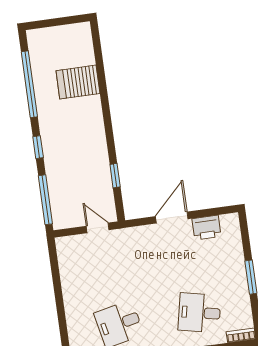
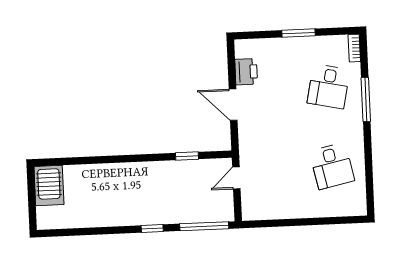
server rack: (78, 82) -> (49, 186), moved
window: (29, 84) -> (90, 231), removed

